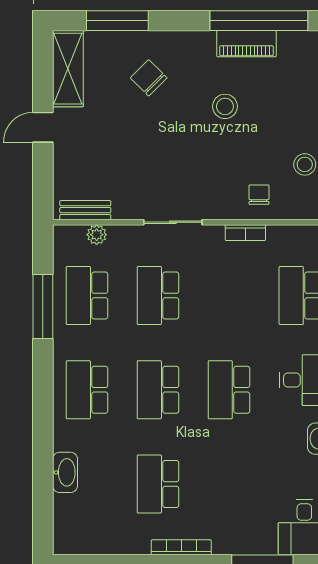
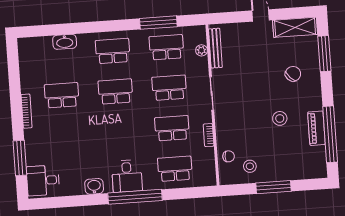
chair: (259, 195) -> (229, 156), moved
bench: (85, 210) -> (215, 48), width x1.36
school desk: (229, 390) -> (172, 128), moved

